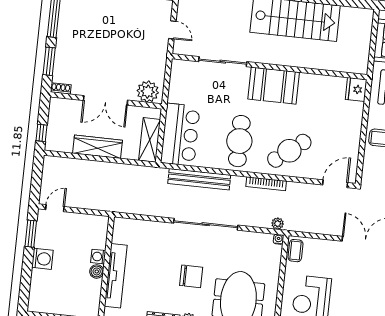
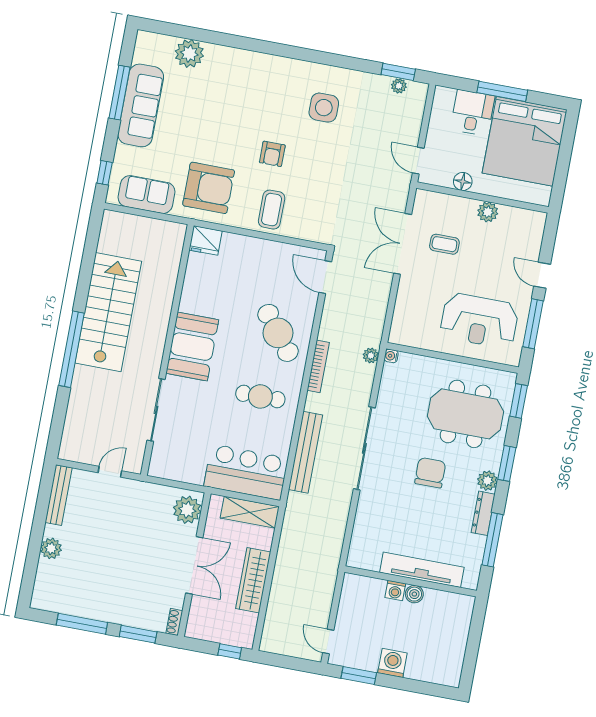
cafe table: (239, 141) -> (260, 396), width x0.73, depth x0.74
coffee table: (296, 251) -> (444, 244), moved

